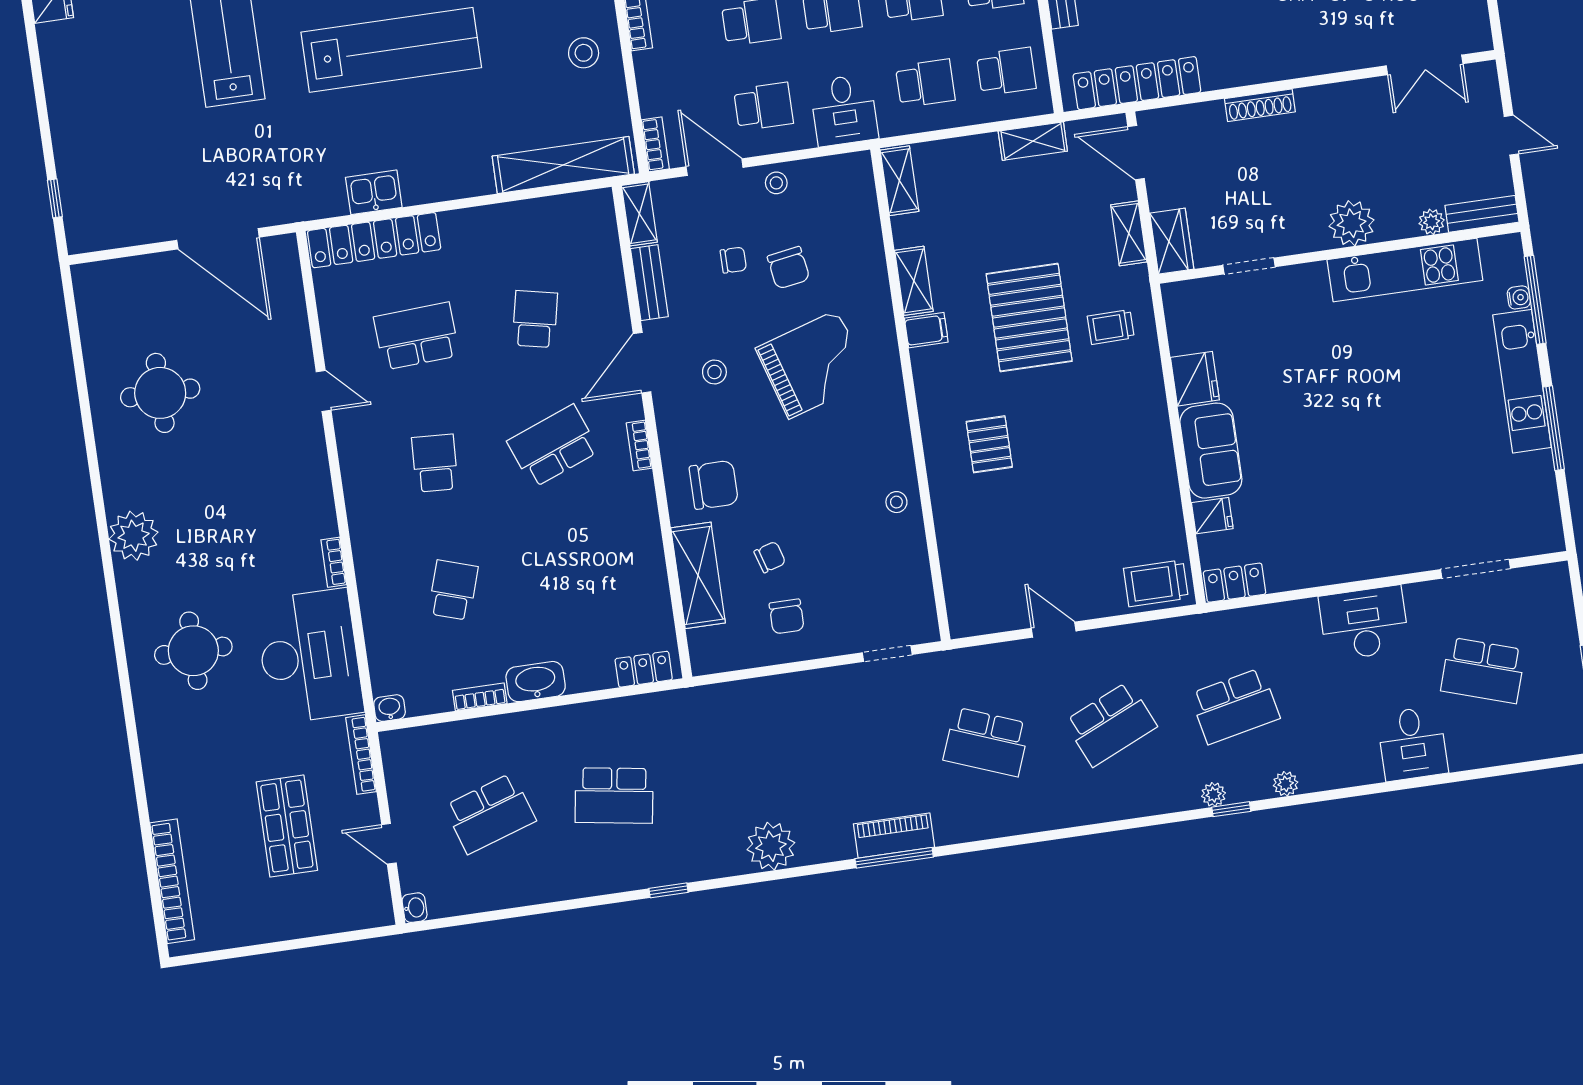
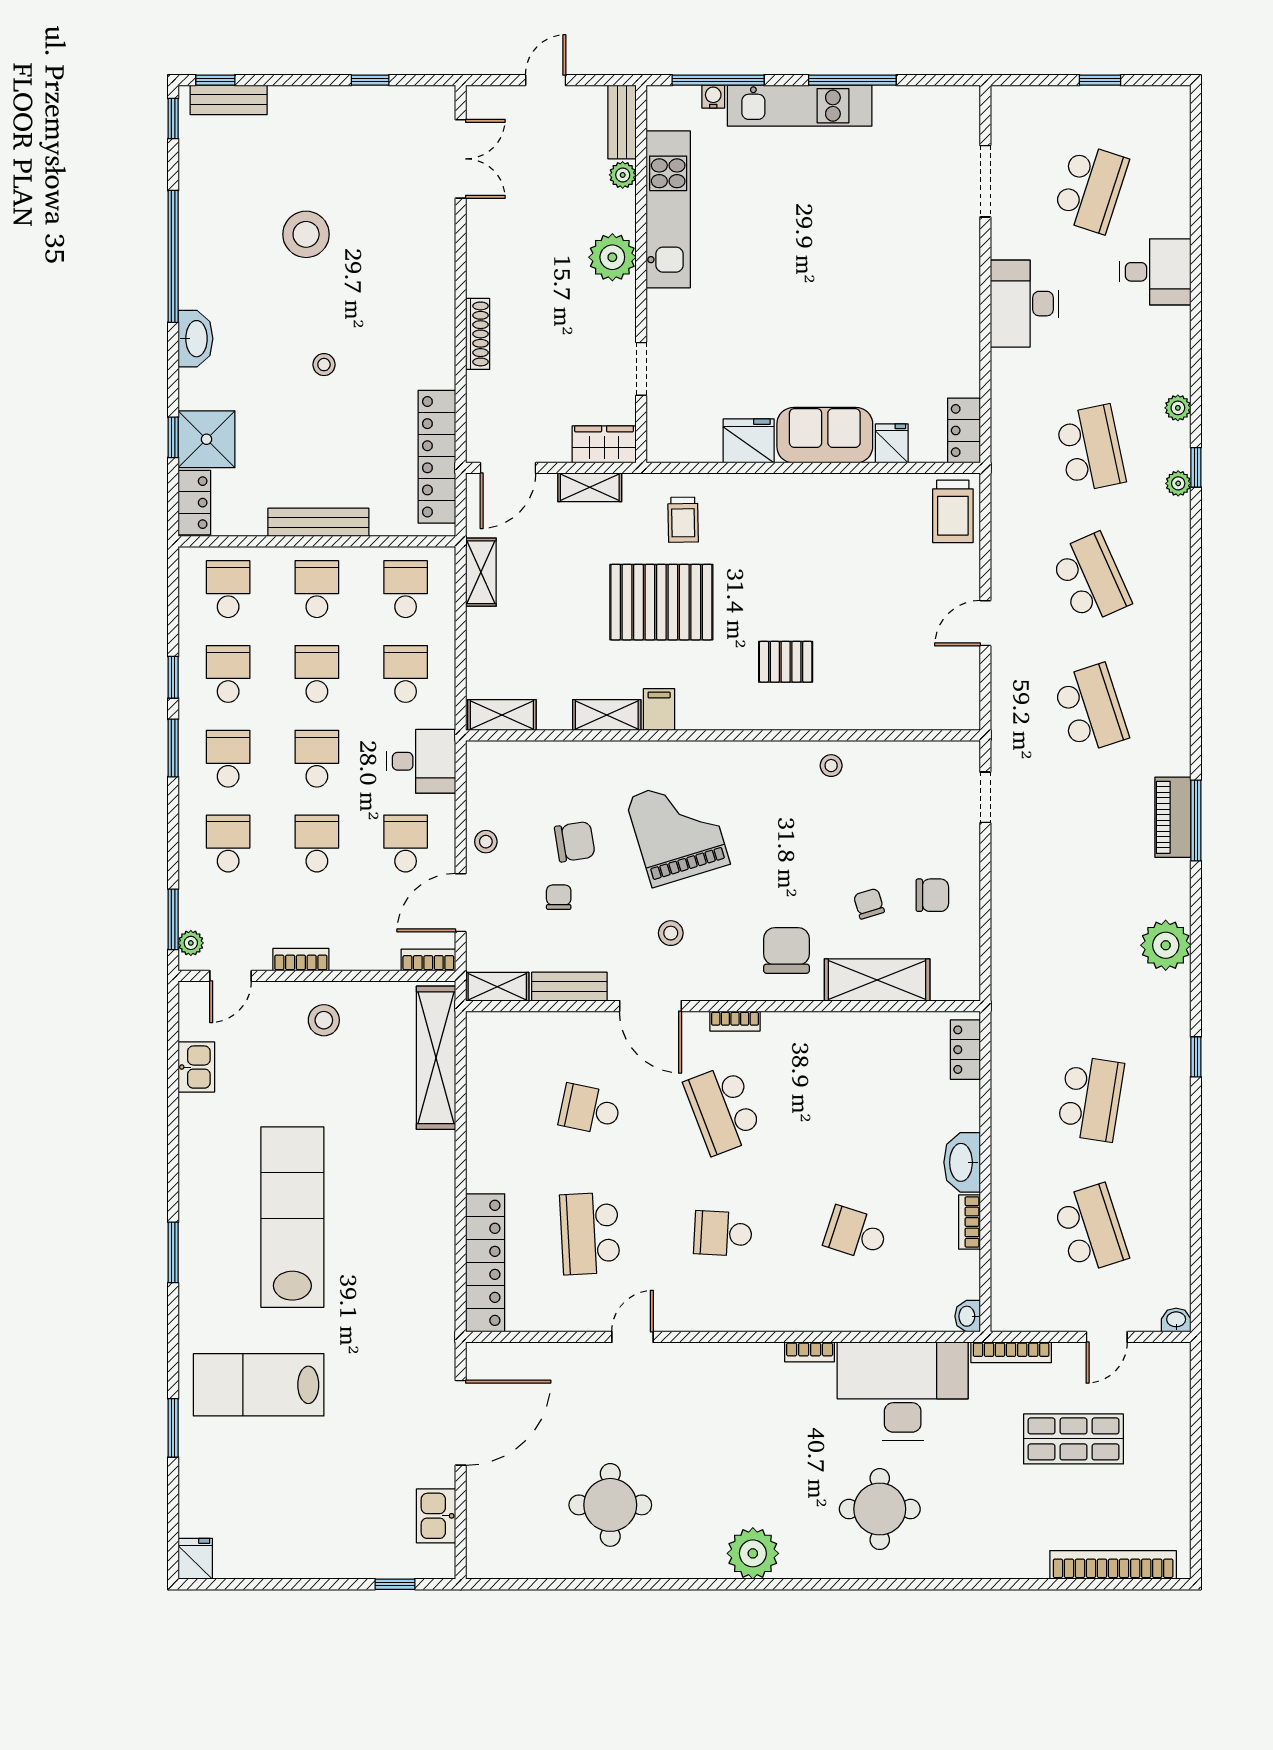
kitchen sink: (374, 192) -> (436, 1516), moved
school desk: (987, 742) -> (1091, 709), turned -39

